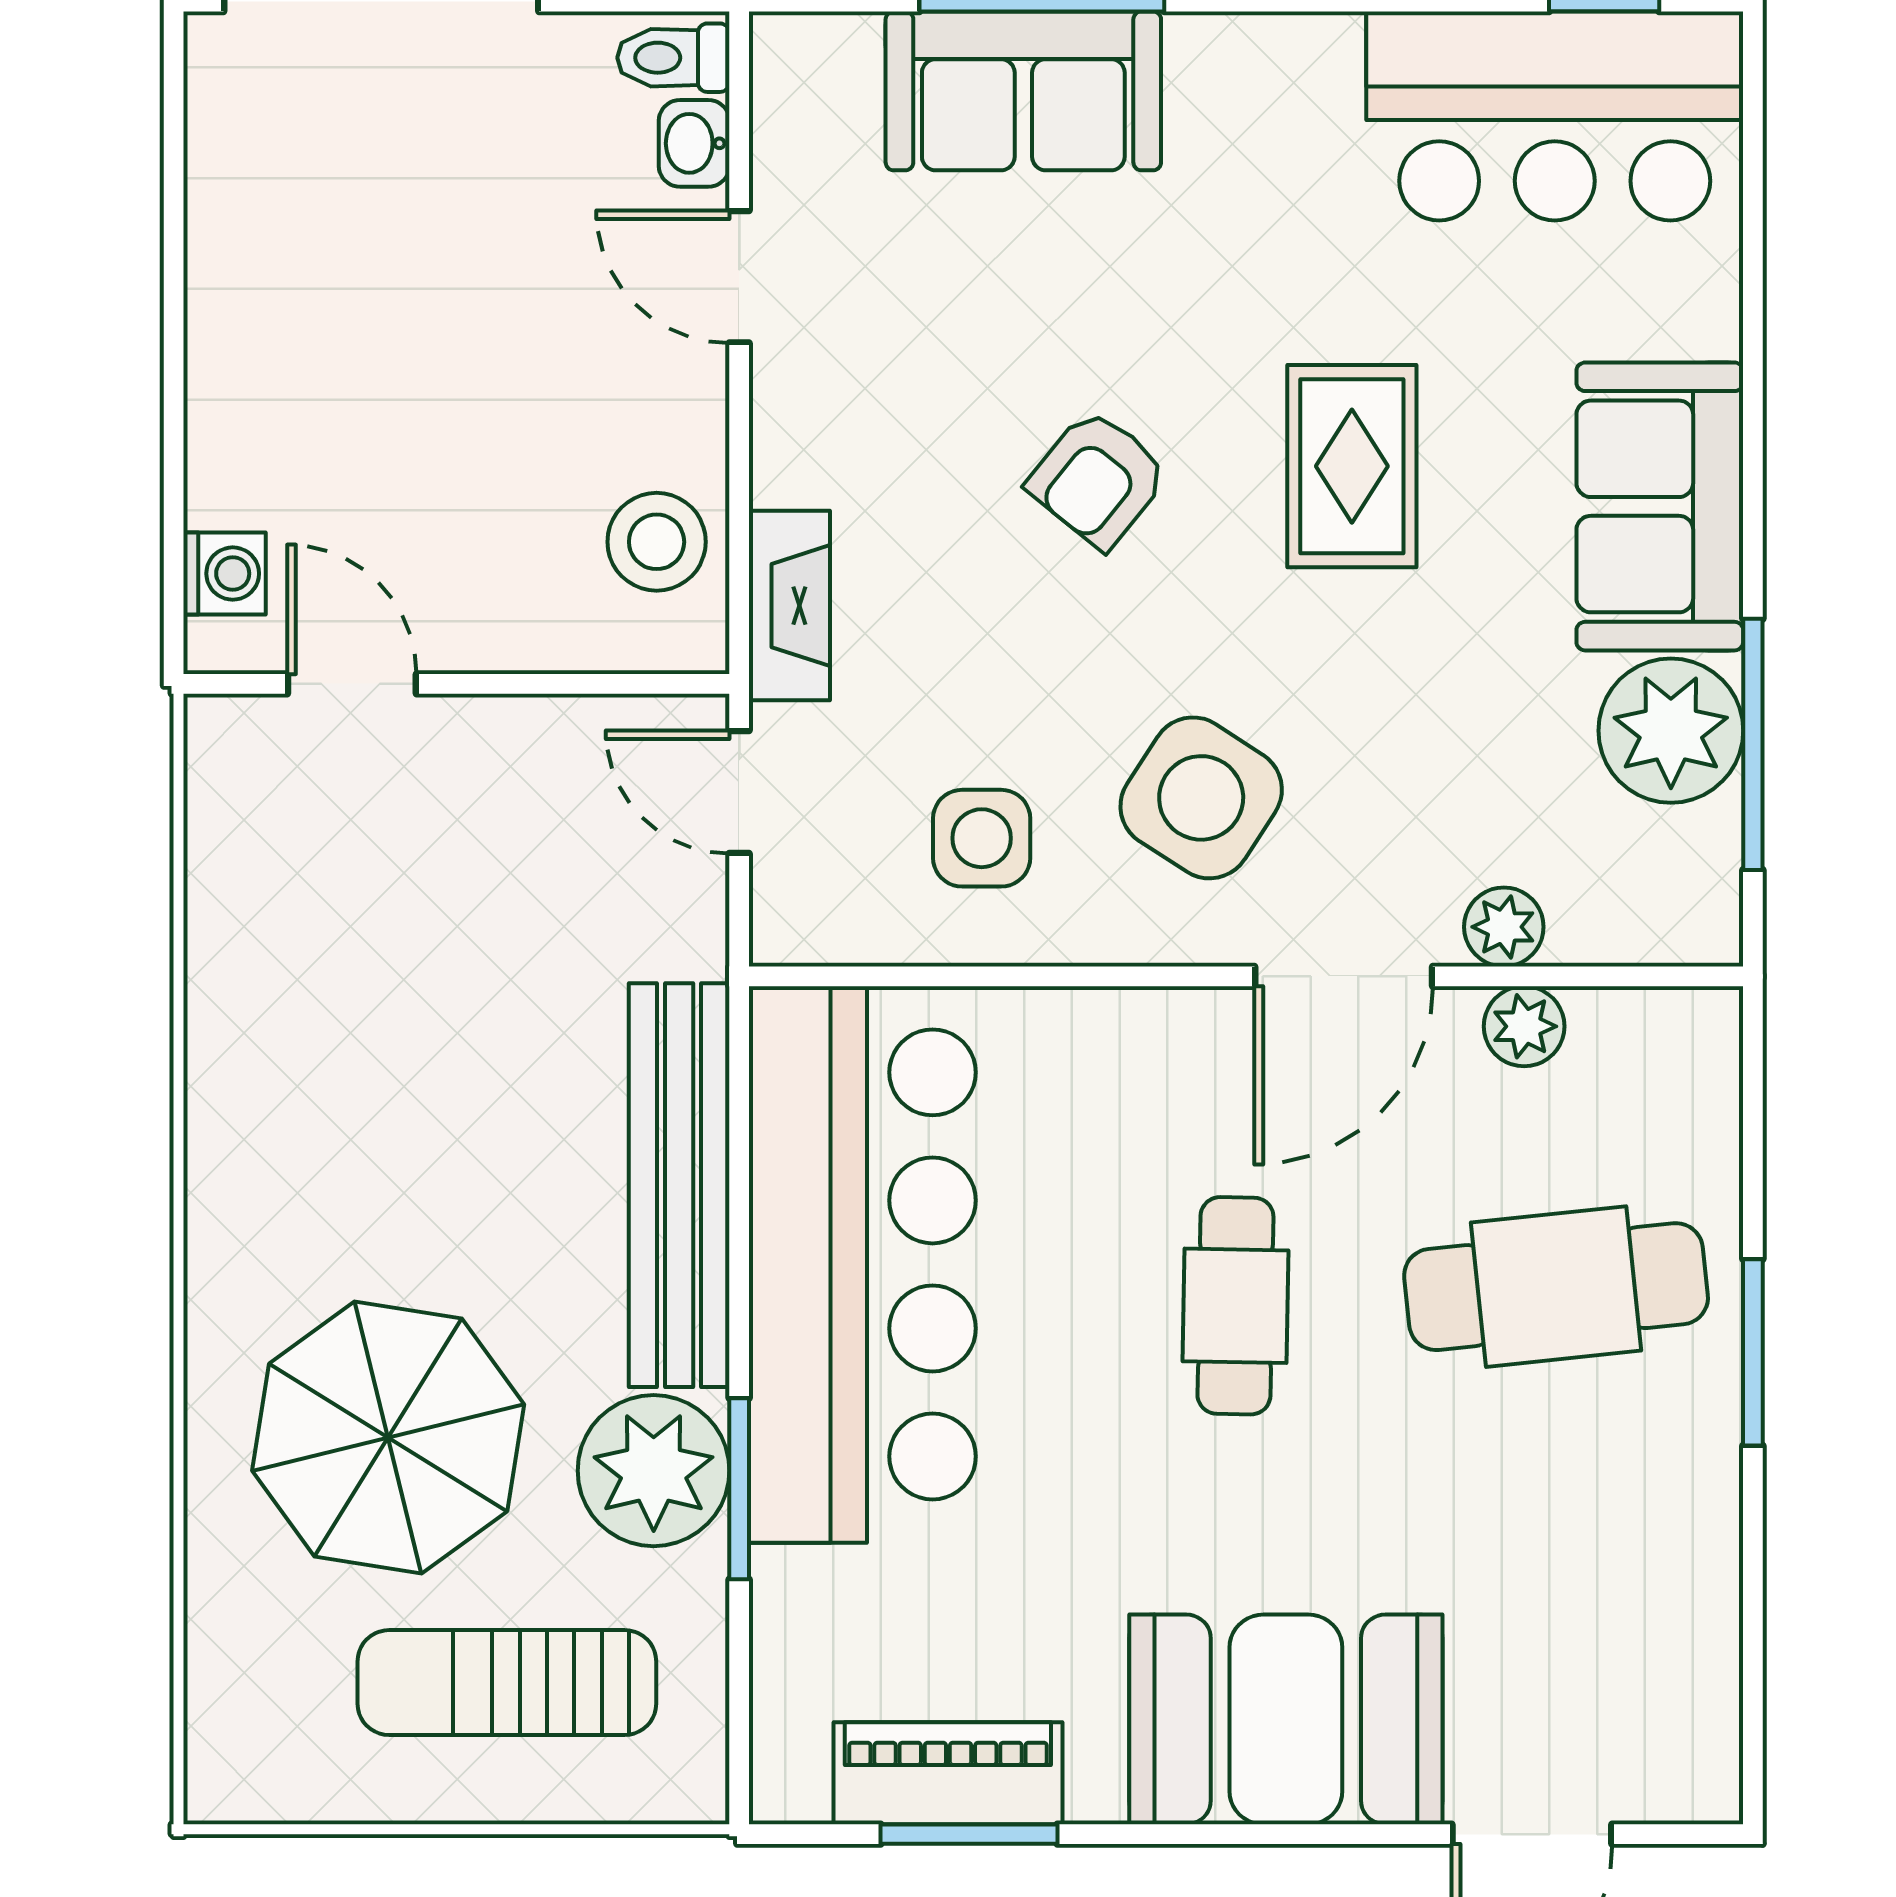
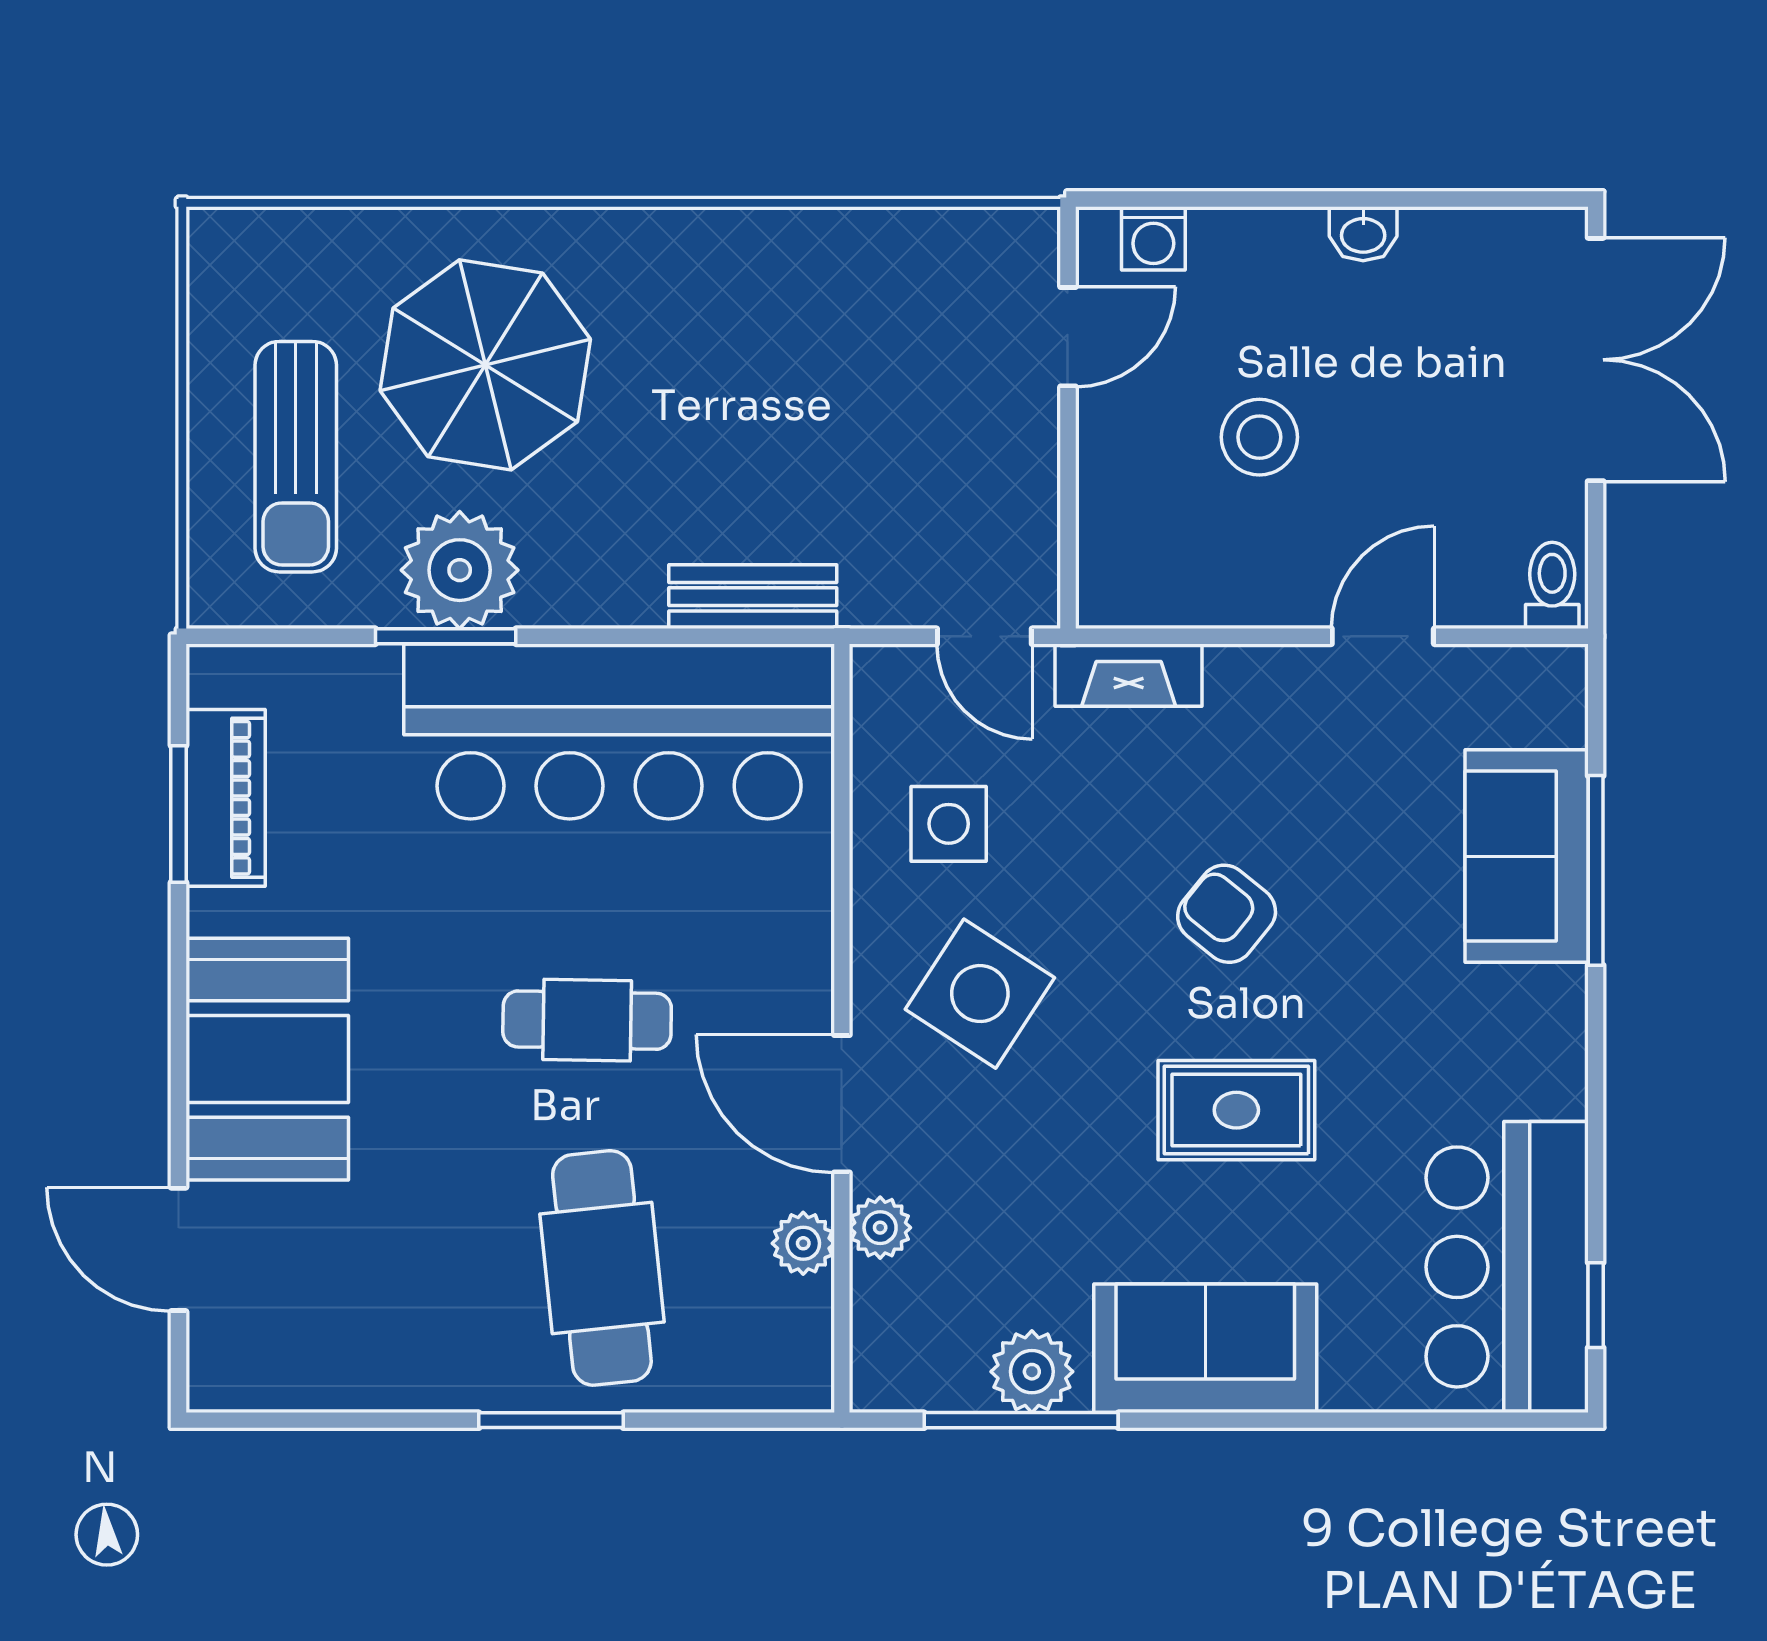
washbasin: (694, 143) -> (1363, 234), moved, turned 180
stool: (657, 542) -> (1259, 437), moved
plant: (1671, 731) -> (1032, 1372), width x0.73, depth x0.73
door: (739, 792) -> (984, 636), swing flipped
bench: (679, 1185) -> (753, 597), width x0.54, depth x0.82
sun lounger: (507, 1683) -> (296, 457), turned 180

